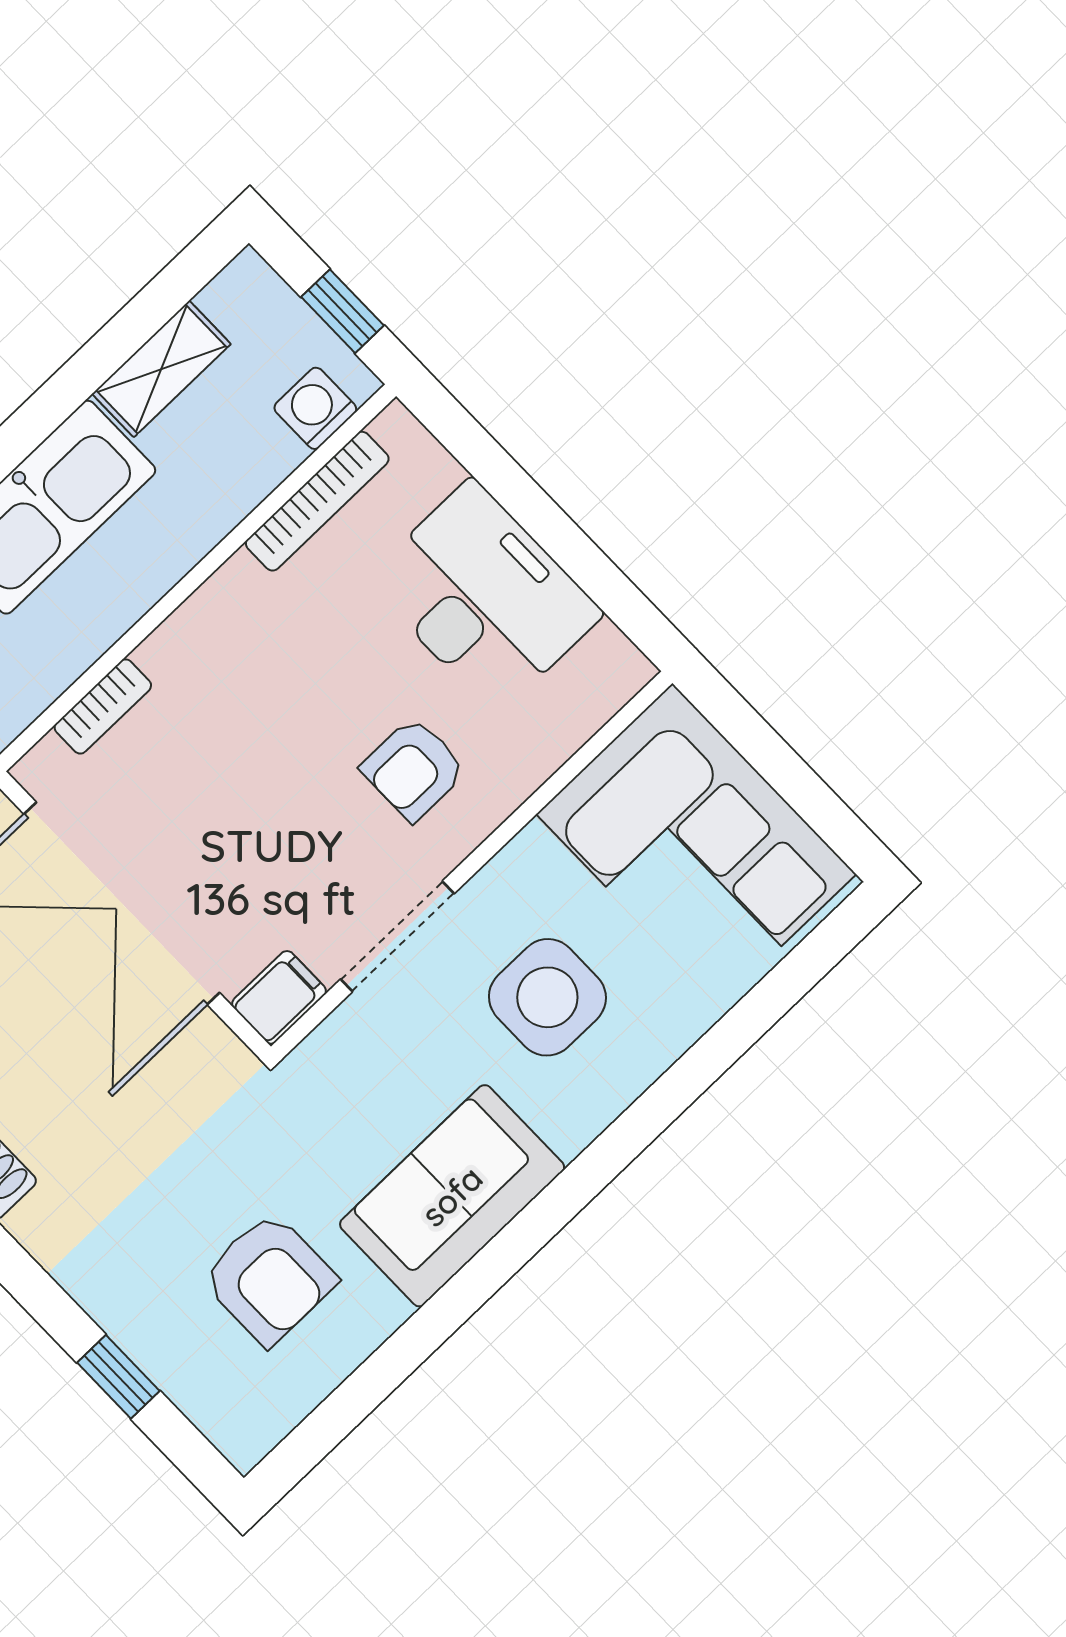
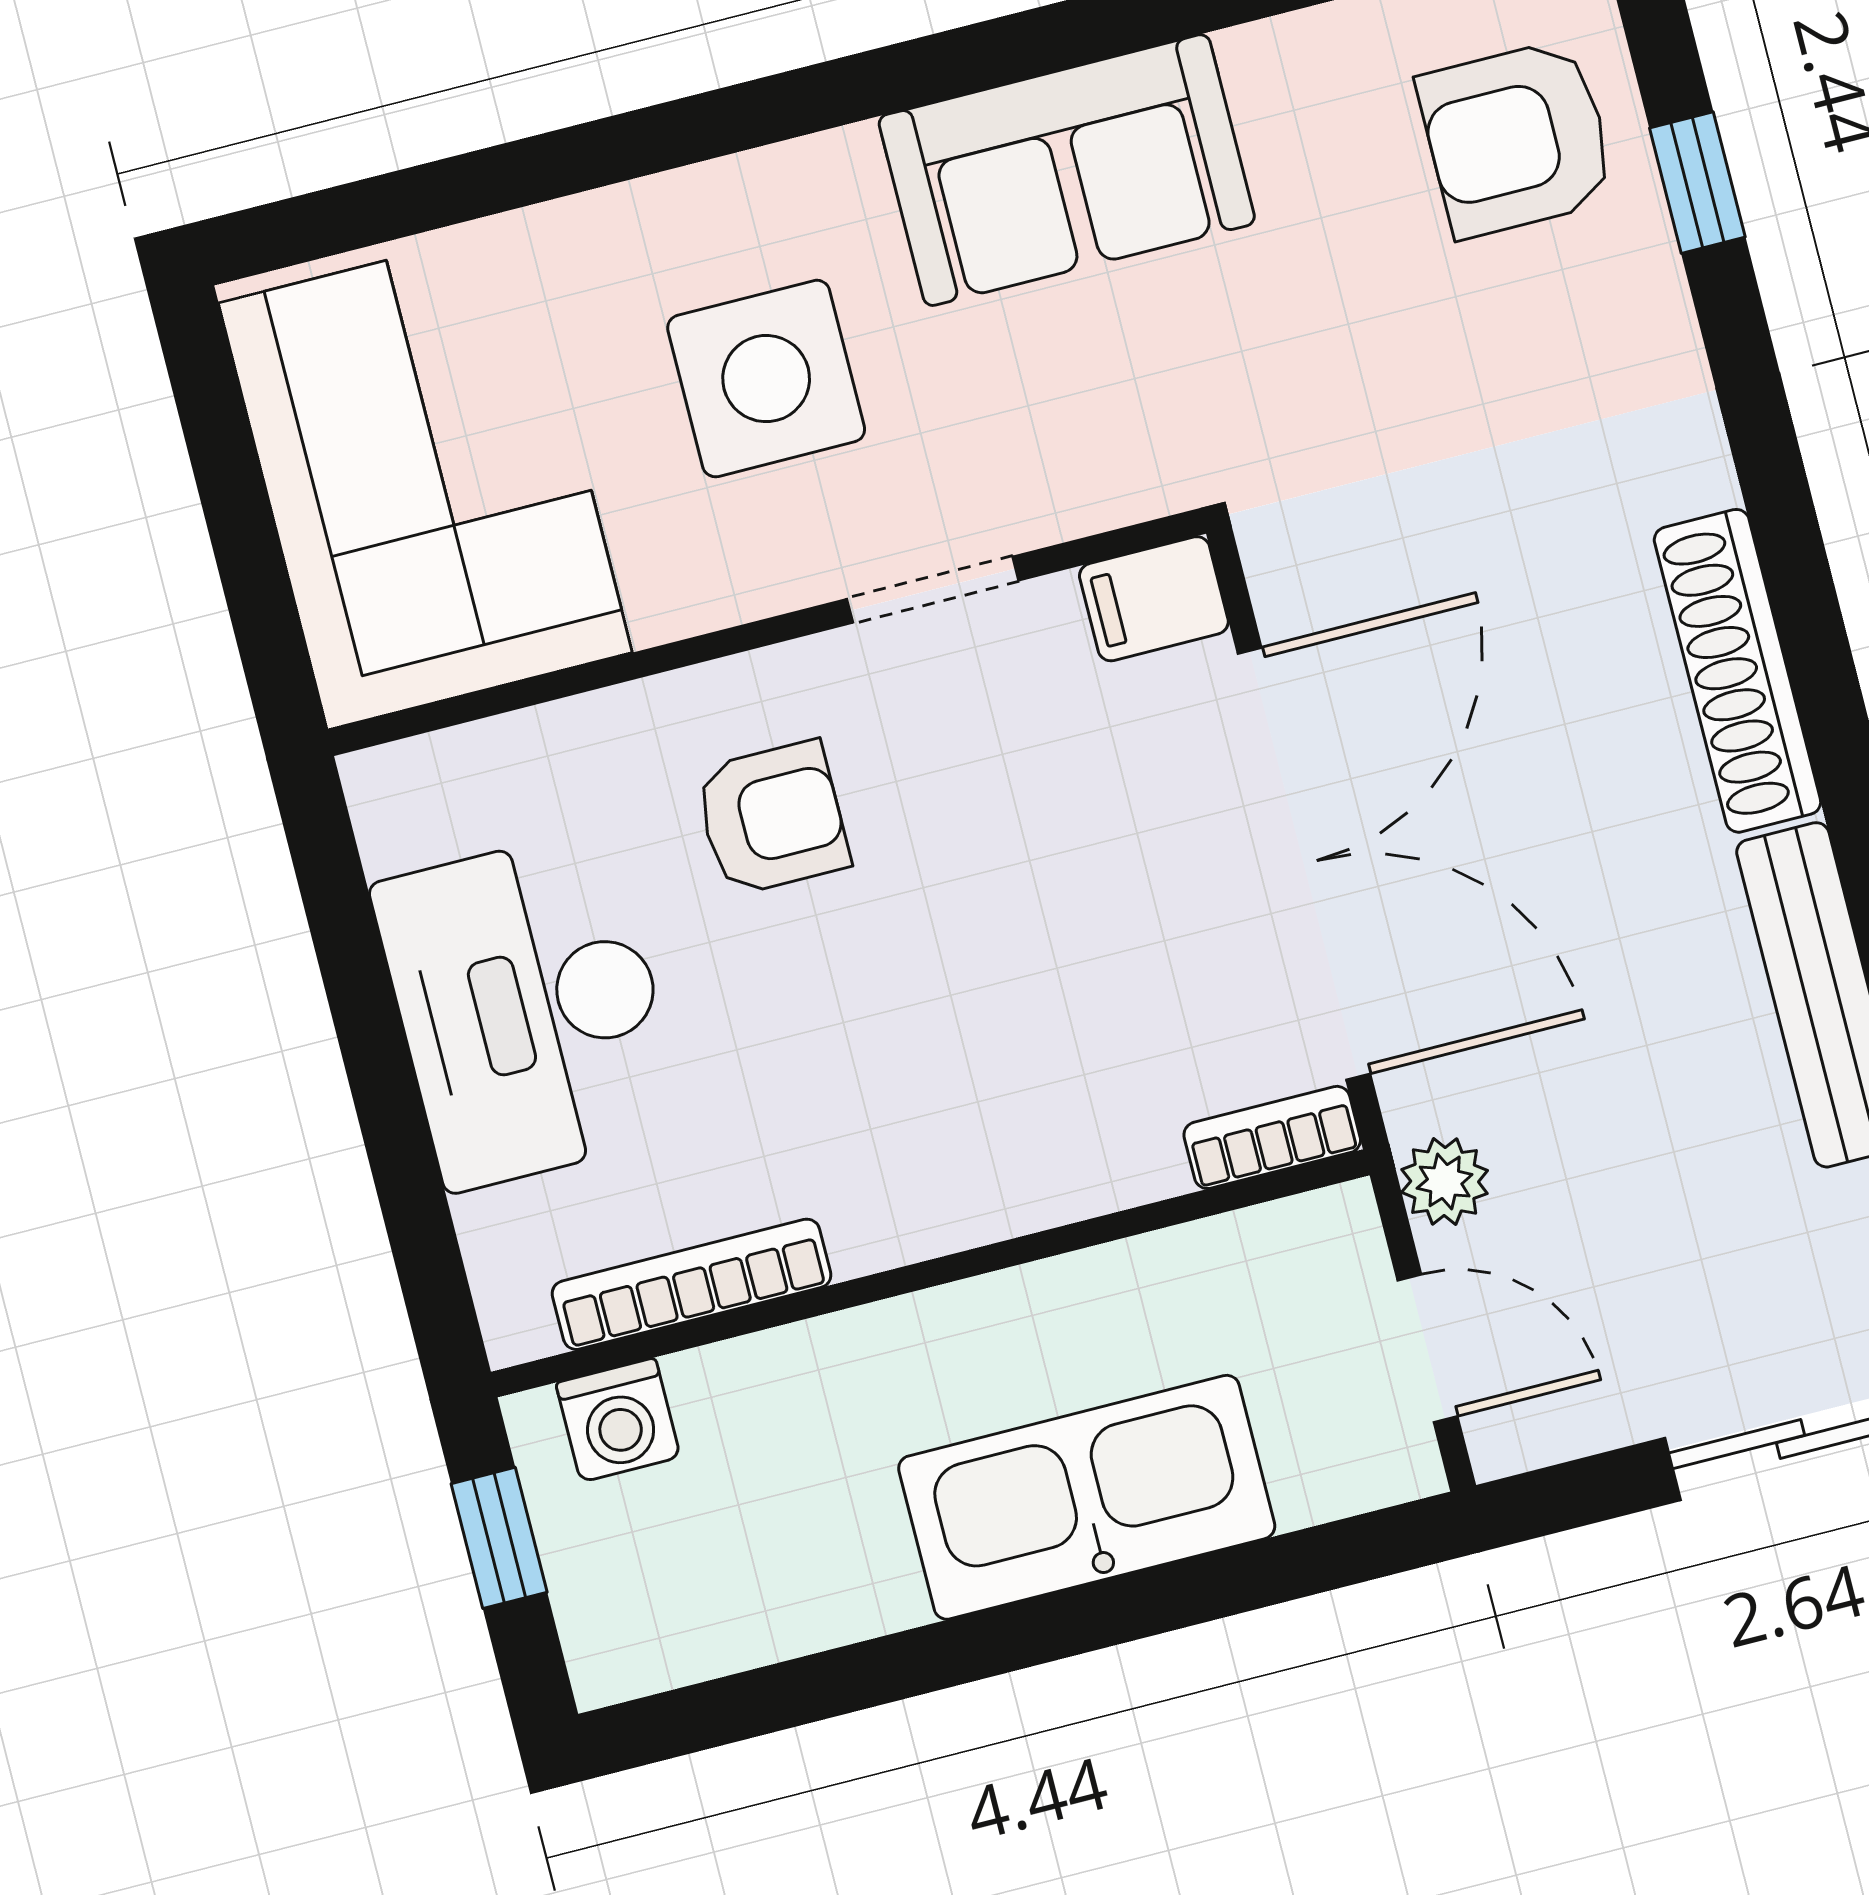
shelving: (161, 369) -> (808, 1603), removed
bookcase: (103, 706) -> (1272, 1137), moved
doorway: (397, 936) -> (933, 590), width x0.73
armchair: (269, 1279) -> (1517, 138), moved, turned -90

